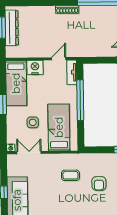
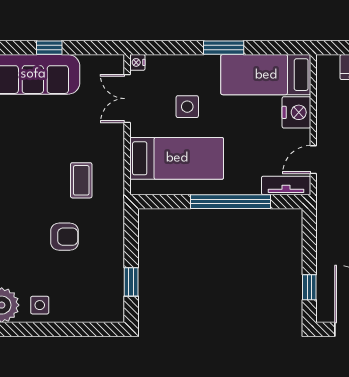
door: (59, 59) -> (313, 160), swing flipped
double door: (29, 153) -> (127, 99), swing flipped
armchair: (99, 183) -> (64, 237), turned 180

